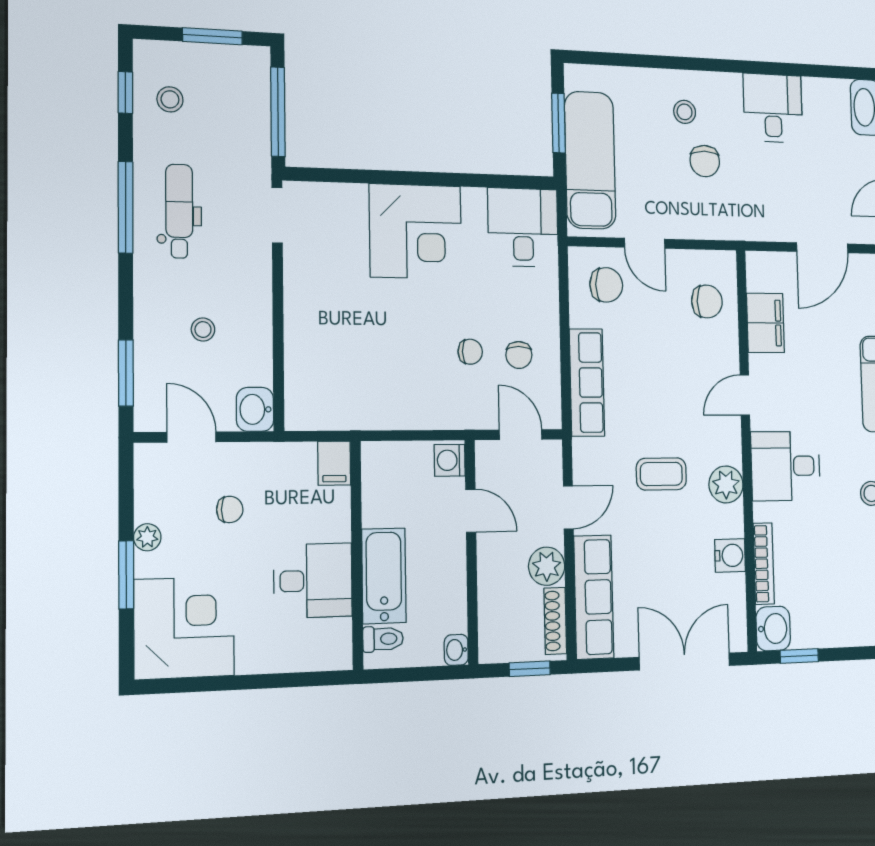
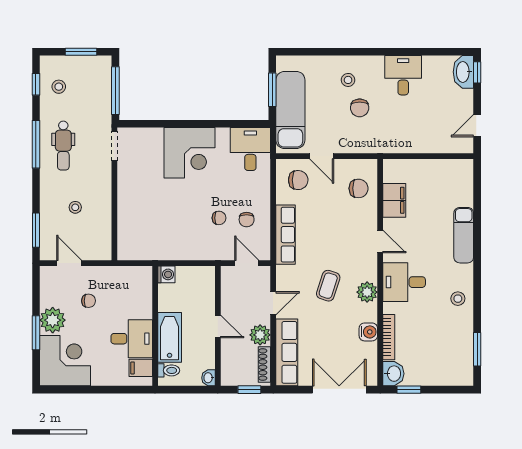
dental chair: (179, 211) -> (63, 146), turned 180
door: (822, 248) -> (432, 156), removed
door: (745, 395) -> (380, 242), swing flipped
washbasin: (255, 409) -> (102, 249), removed
washing machine: (450, 460) -> (166, 274), moved, turned 180
filing cabinet: (334, 463) -> (141, 368), moved, turned 90
coffee table: (661, 474) -> (328, 286), turned -72
door: (471, 511) -> (218, 327), moved
plant: (147, 537) -> (53, 320), width x1.88, depth x1.88

